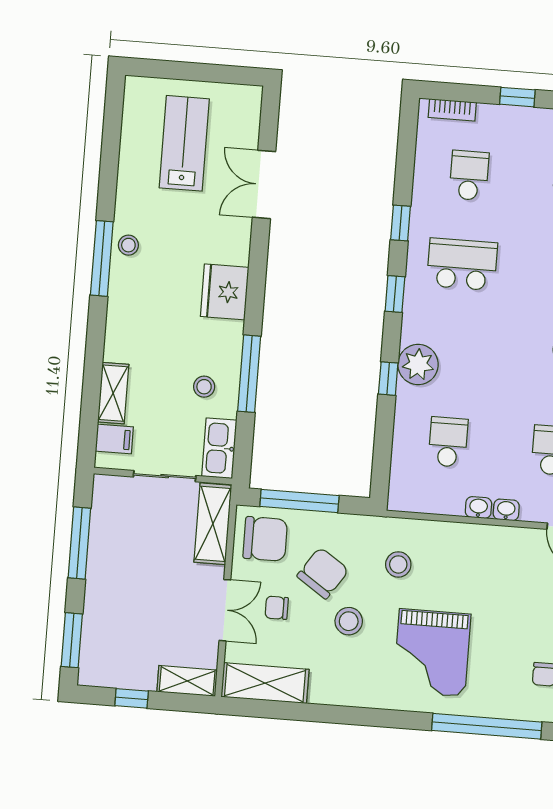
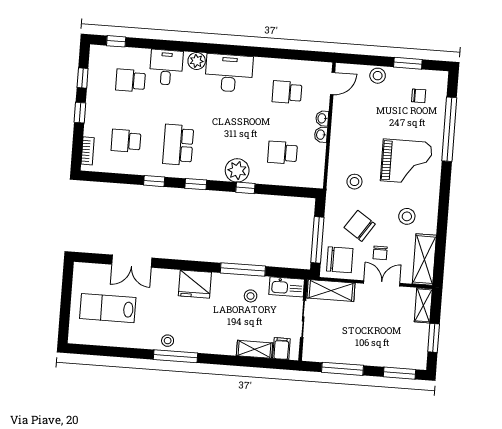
chair: (265, 539) -> (340, 260), turned 90
stool: (349, 621) -> (407, 216), moved
window: (132, 698) -> (434, 338), width x1.50

